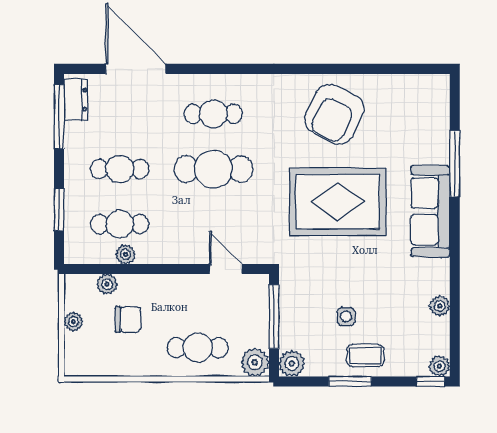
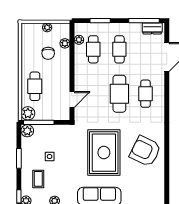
plant: (126, 254) -> (79, 40), moved
window: (274, 317) -> (39, 122), moved
coffee table: (365, 356) -> (38, 179), moved

